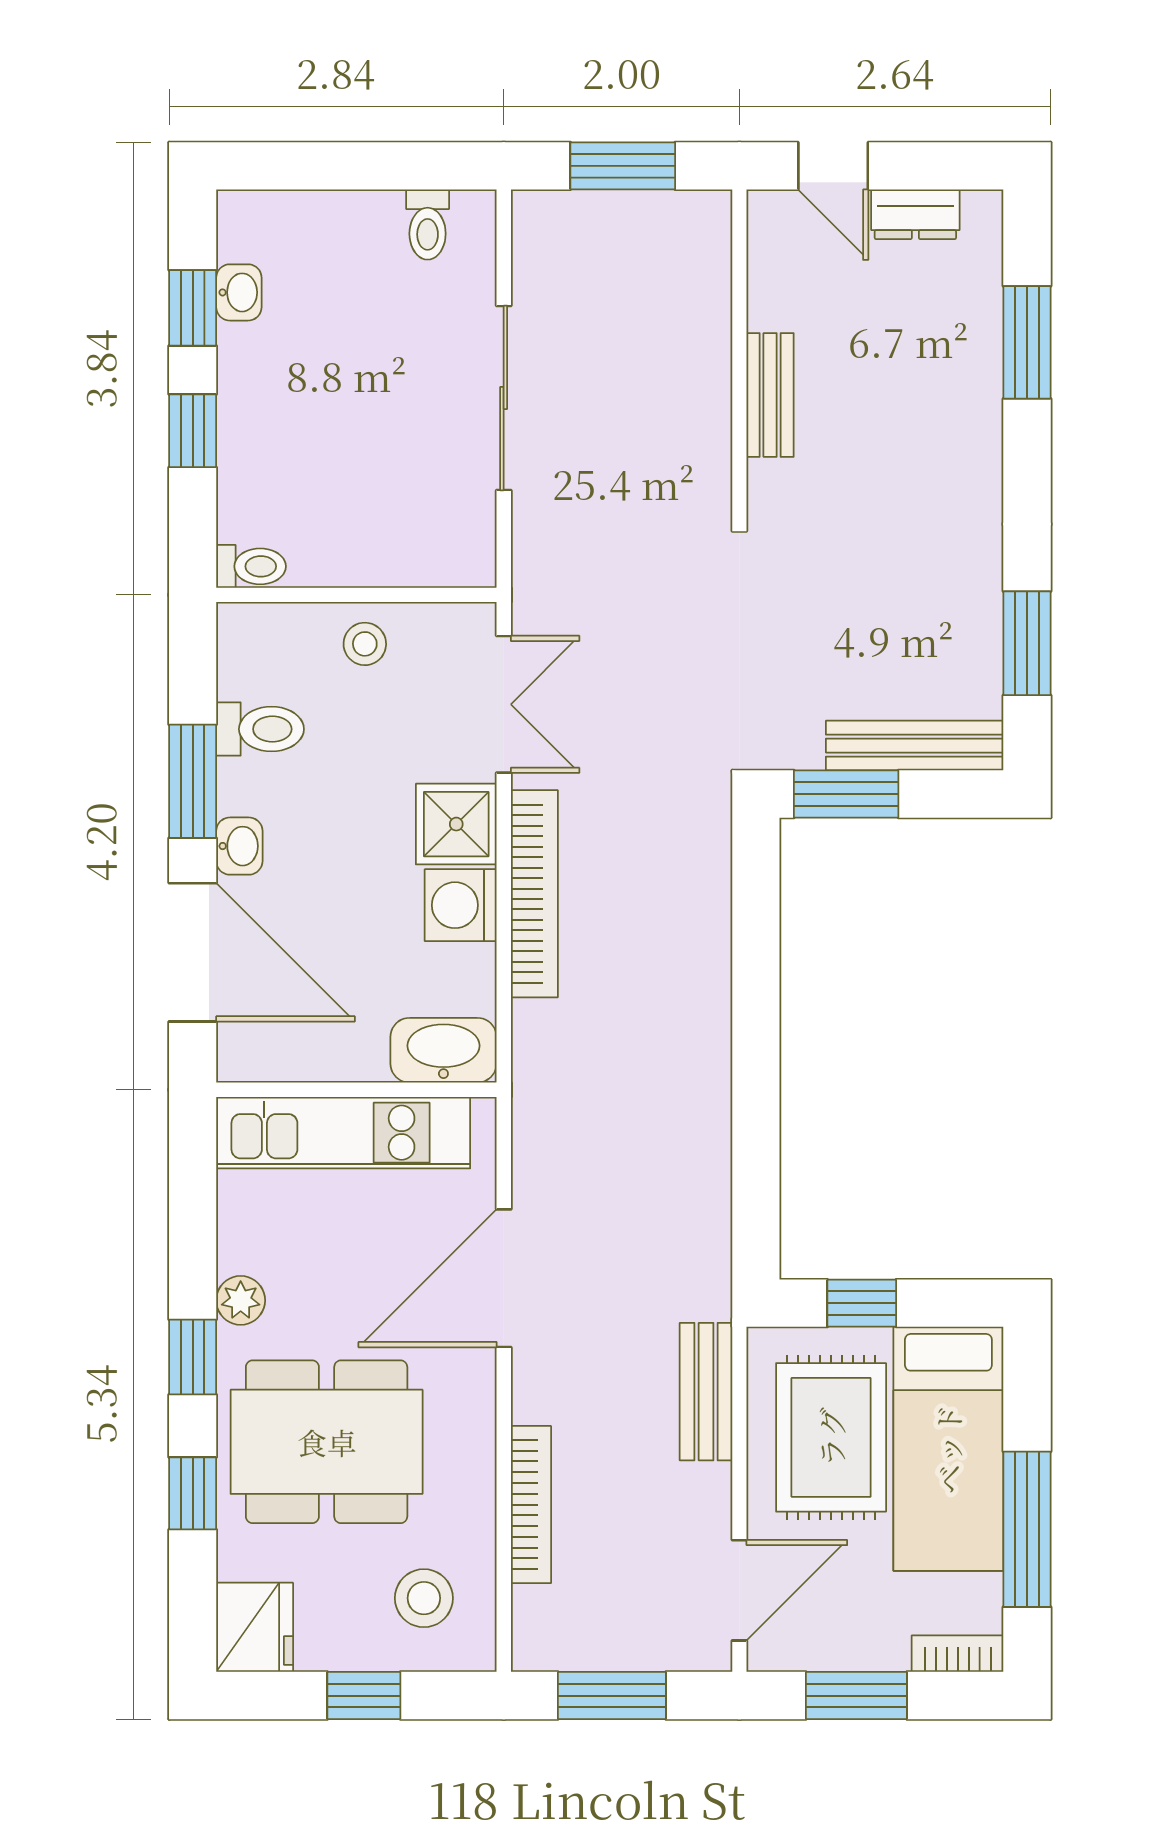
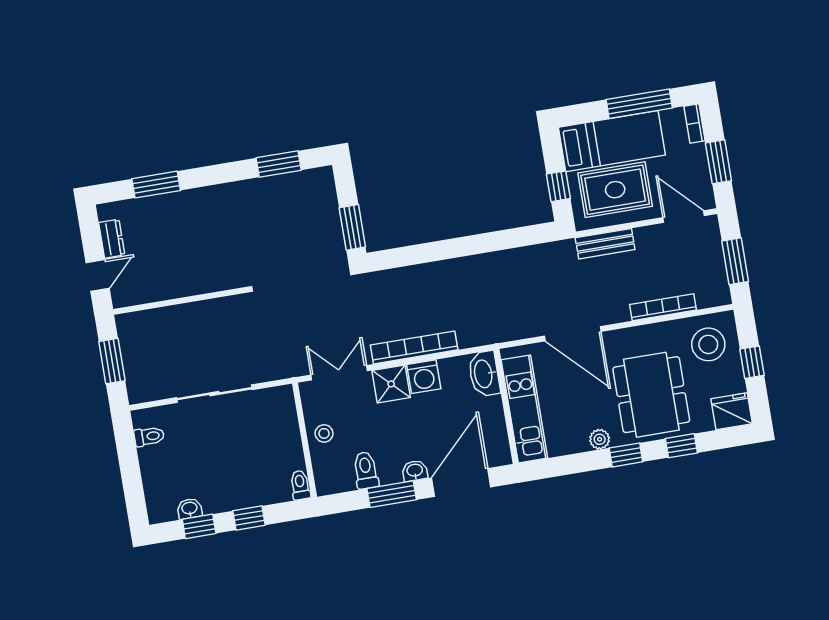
bench: (770, 395) -> (195, 285), removed
bench: (915, 746) -> (328, 203), removed
stool: (424, 1598) -> (708, 344), width x1.38, depth x1.38

